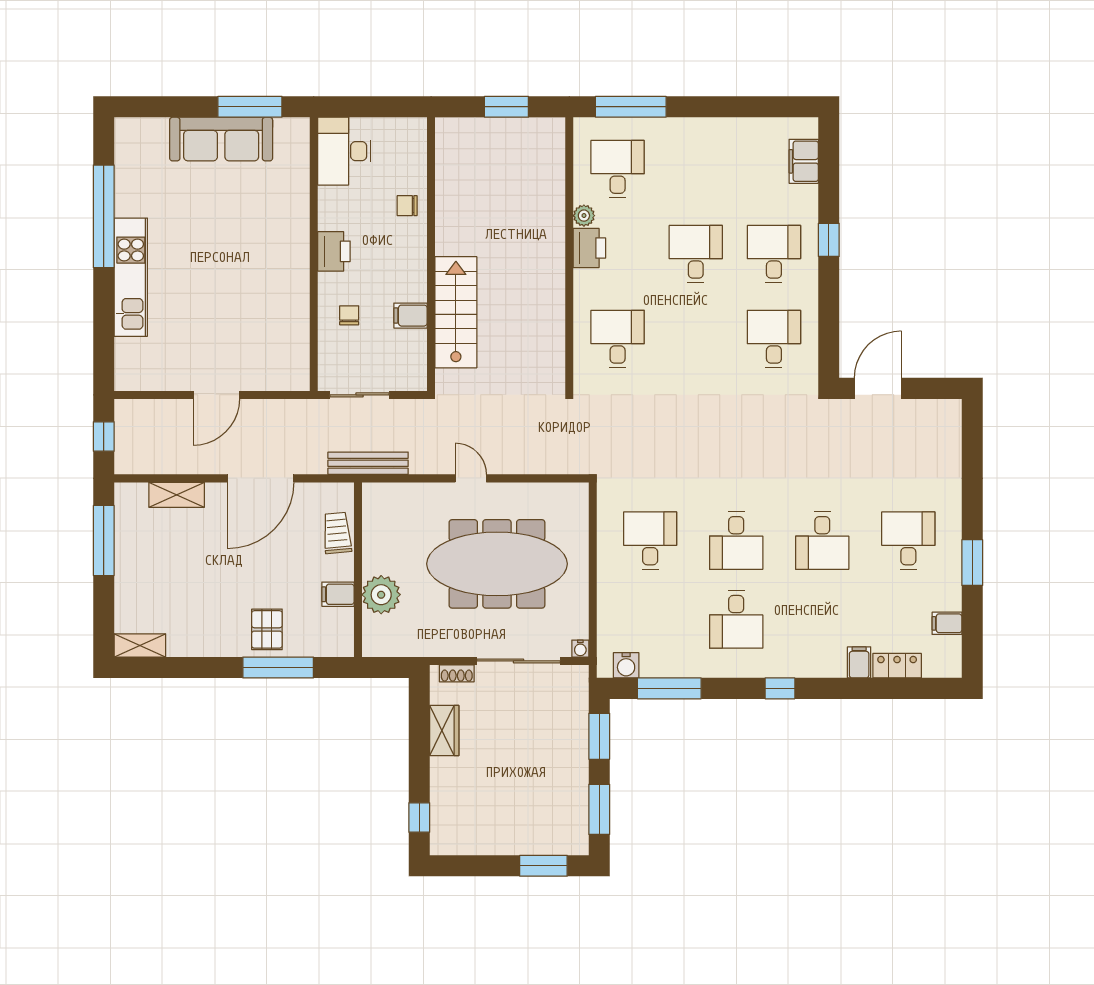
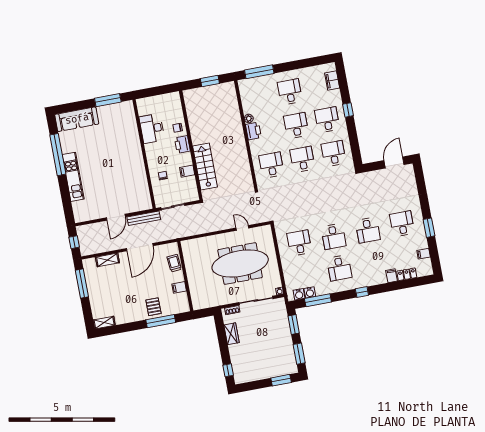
sofa: (221, 139) -> (77, 119), moved
desk: (344, 151) -> (152, 128), moved
desk: (618, 169) -> (290, 92), moved
printer: (334, 251) -> (182, 144), moved, turned 180
desk: (696, 339) -> (302, 159), added
door: (878, 388) -> (394, 162), moved
bench: (368, 463) -> (144, 218), moved
door: (471, 478) -> (242, 228), moved
plant: (381, 595) -> (196, 284), removed
water cooler: (653, 666) -> (310, 292), added

